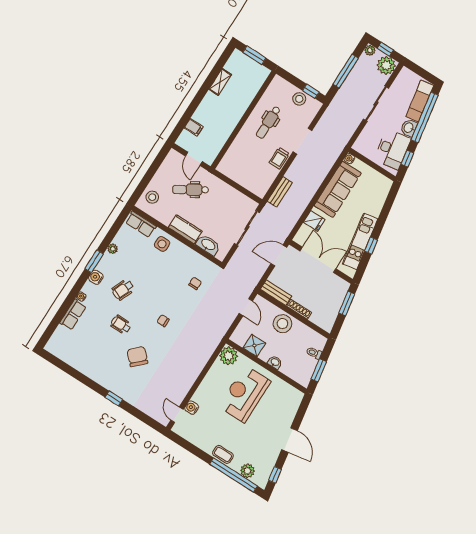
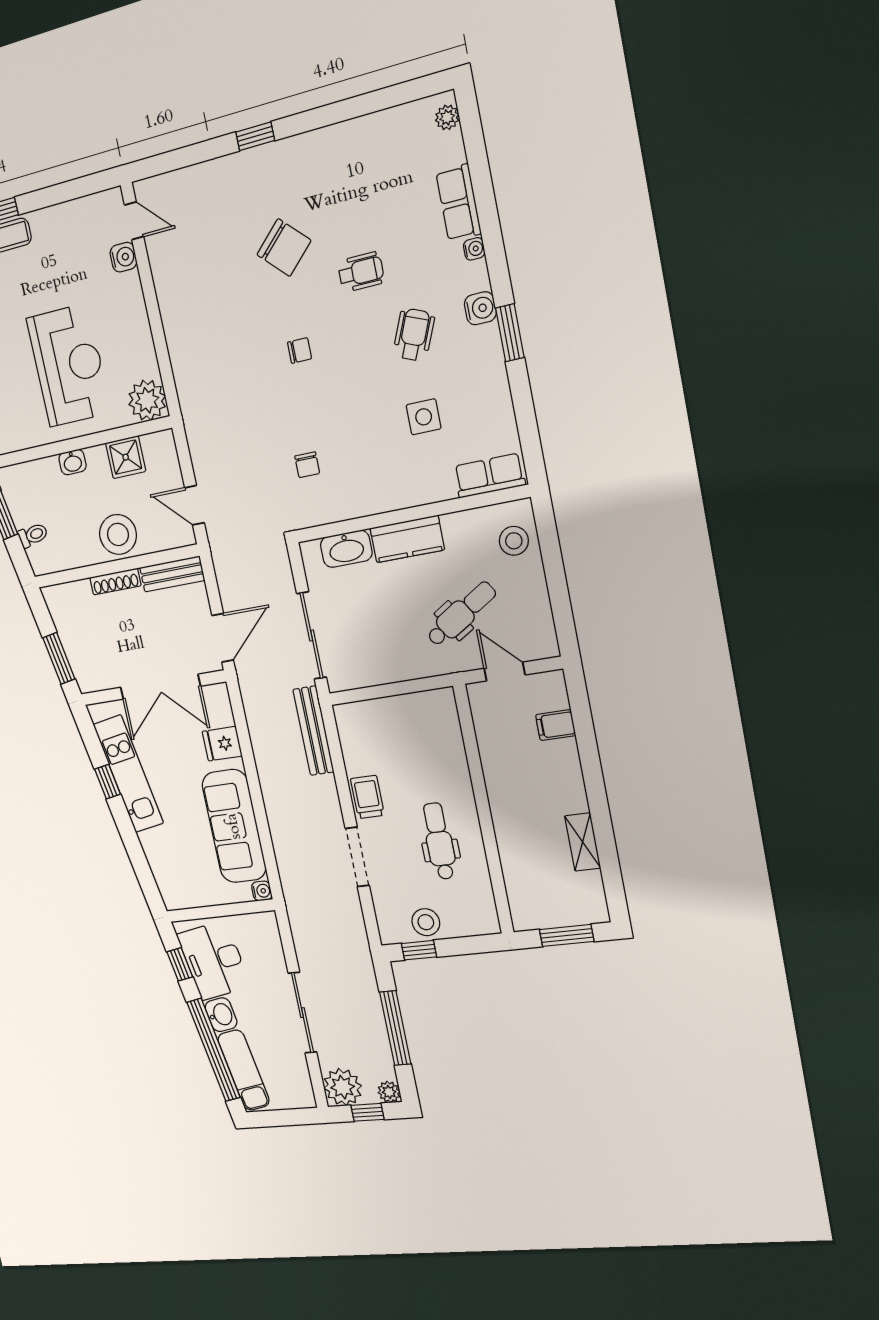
bench: (280, 192) -> (313, 731), width x1.36
side table: (162, 244) -> (424, 417), moved
plant: (113, 249) -> (447, 117), moved

